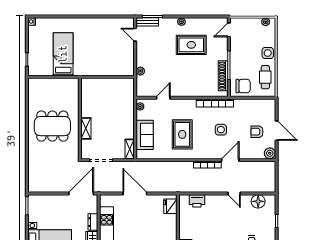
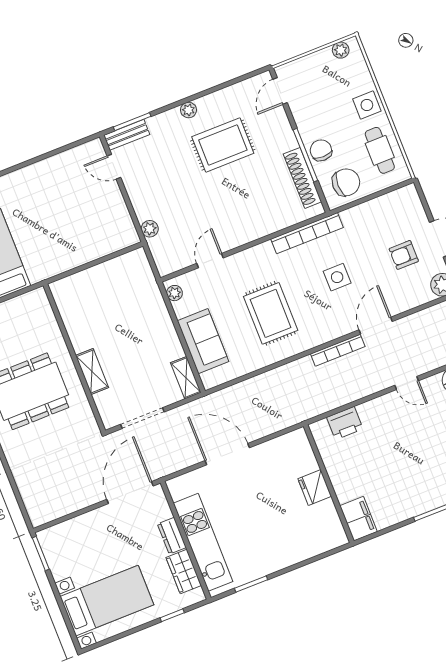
chair: (237, 66) -> (321, 150), added
fridge: (170, 206) -> (315, 488), moved

